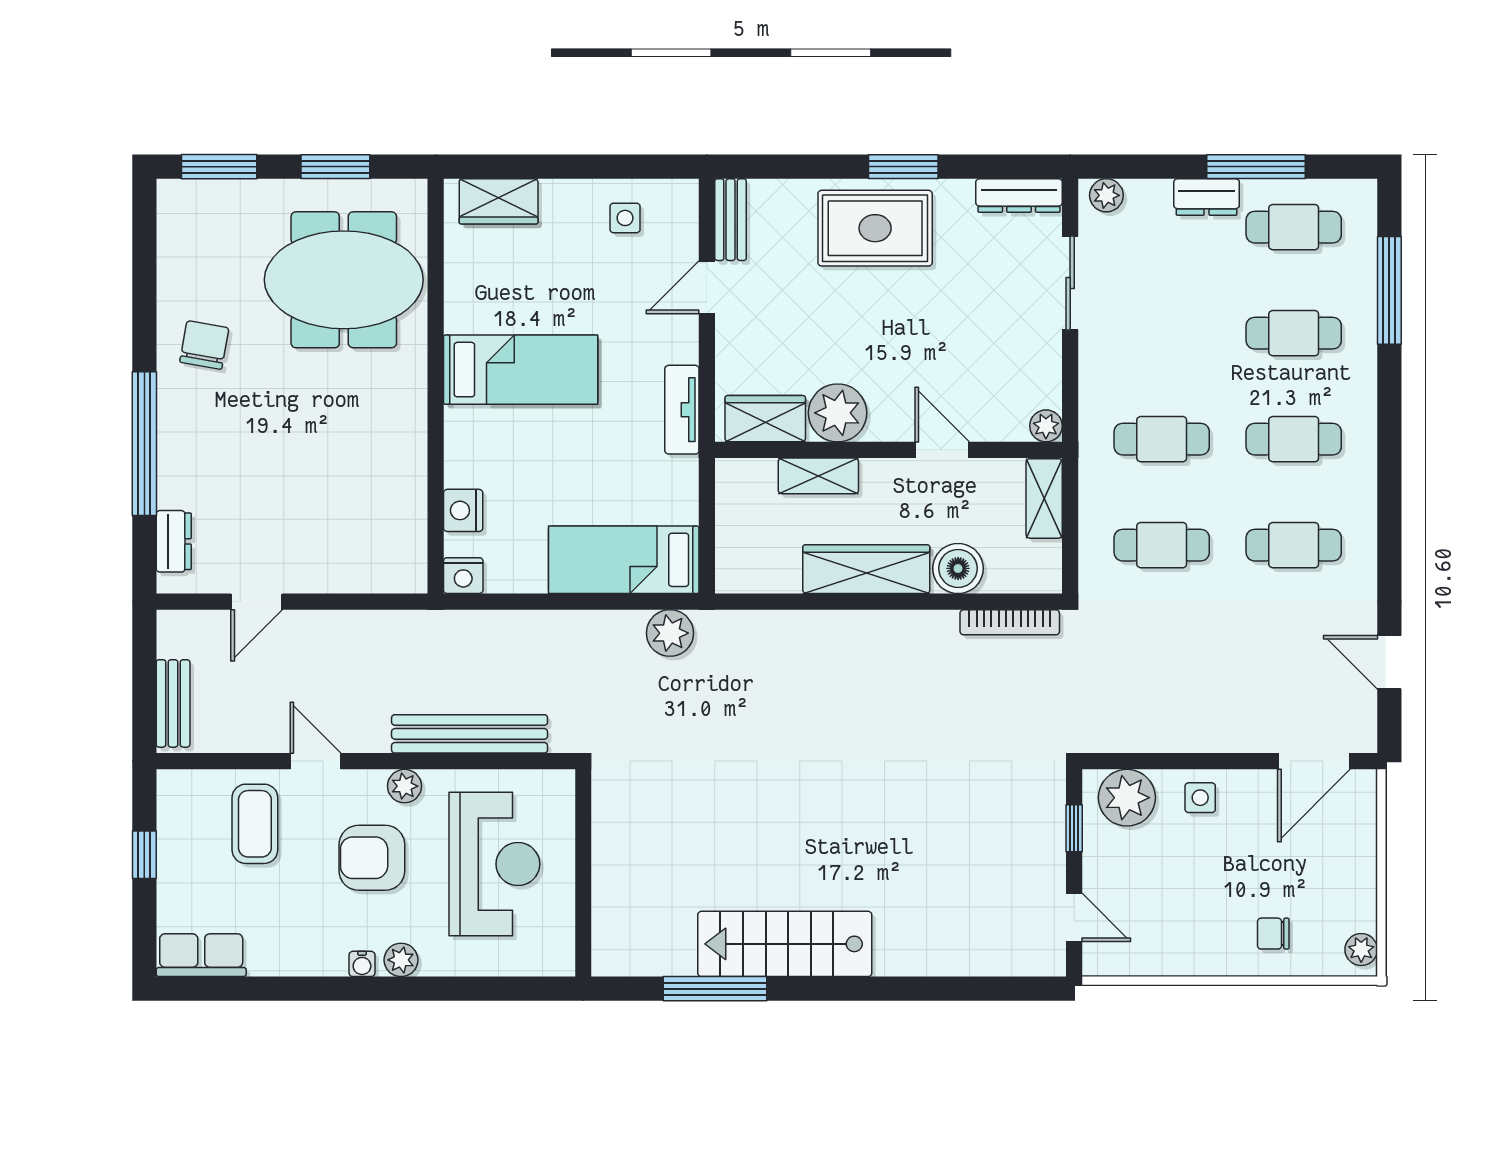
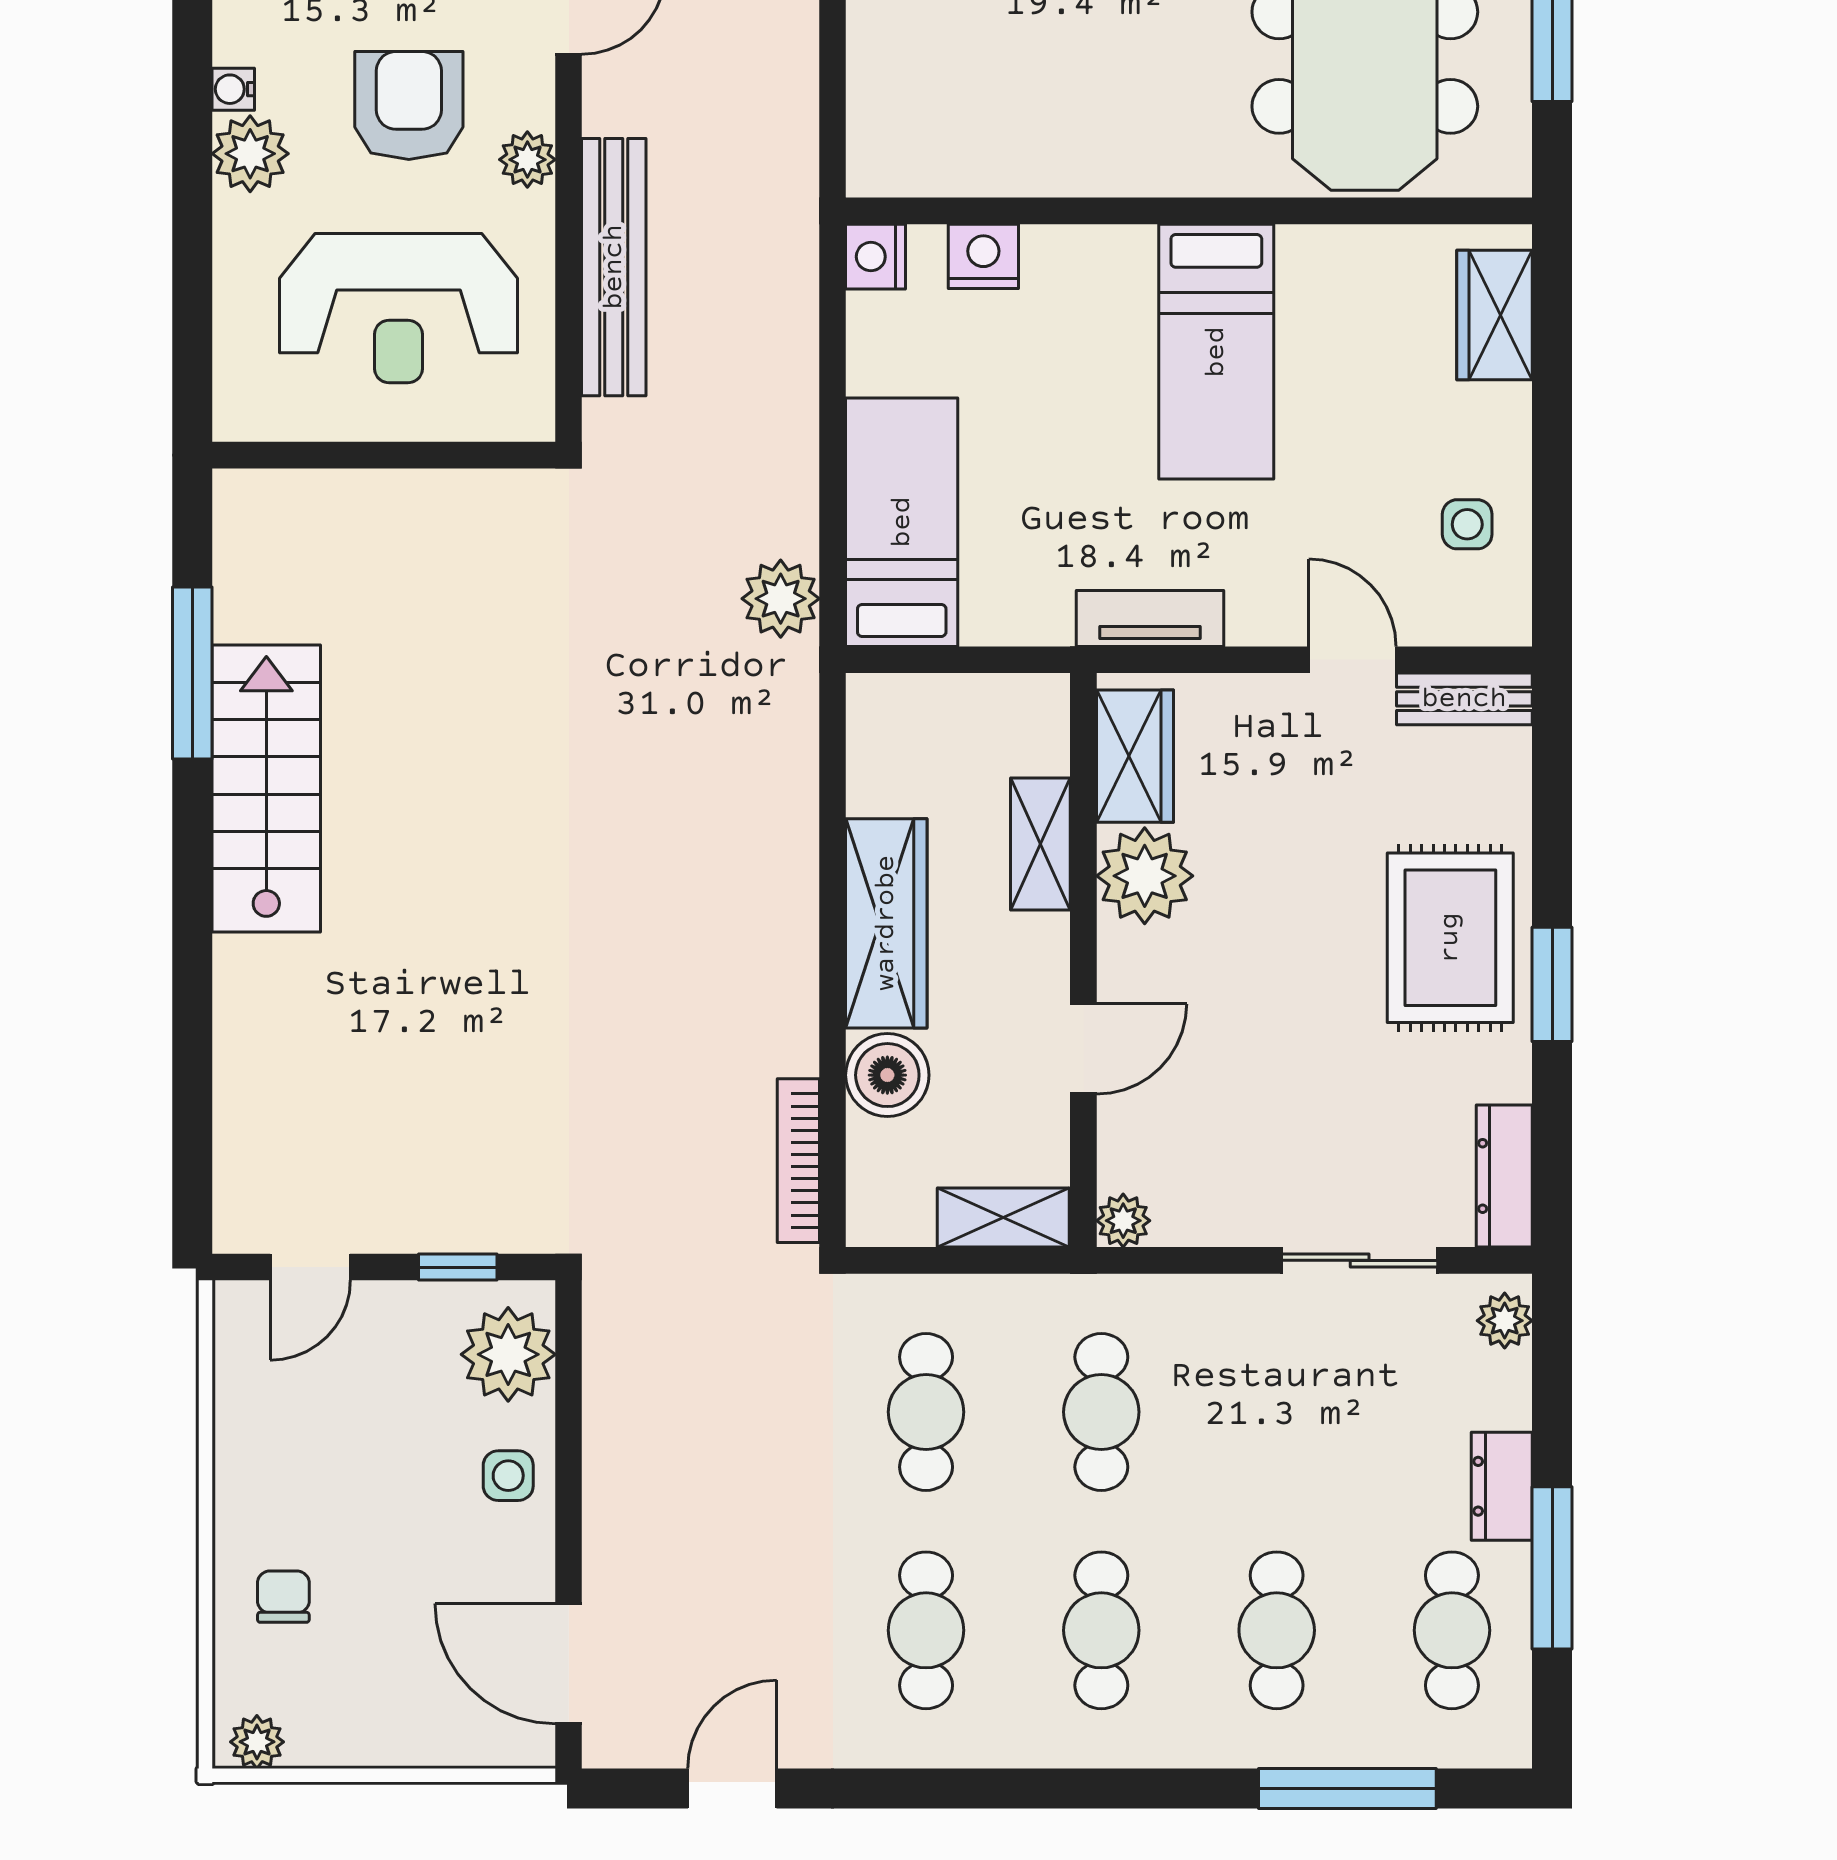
plant: (401, 960) -> (250, 154), width x1.38, depth x1.38

